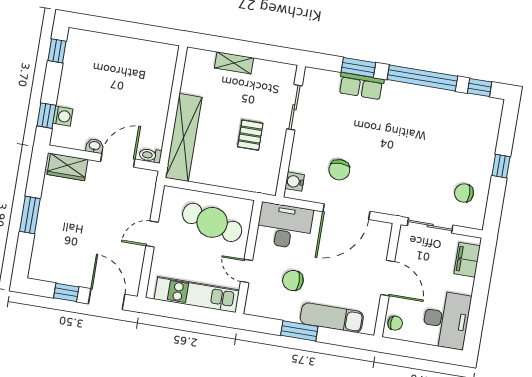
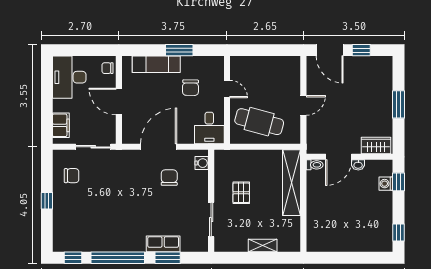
desk: (284, 226) -> (209, 128), width x0.73
chair: (293, 280) -> (191, 88), turned 91
kitchen unit: (197, 295) -> (262, 65), removed

